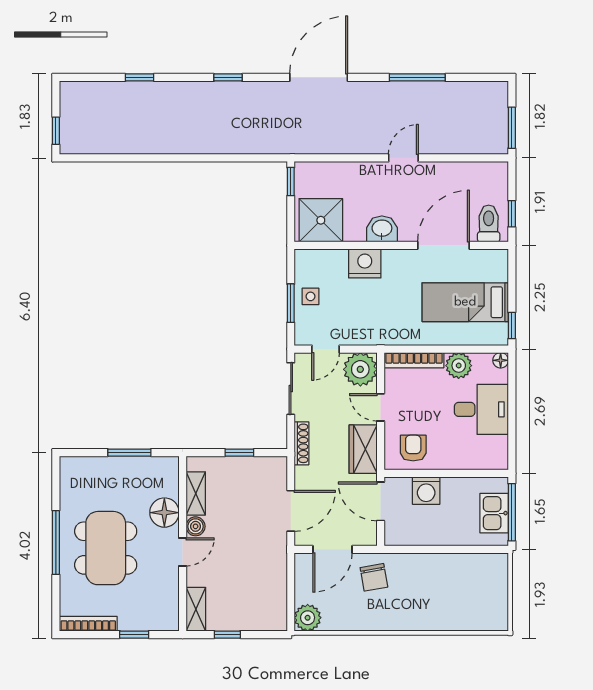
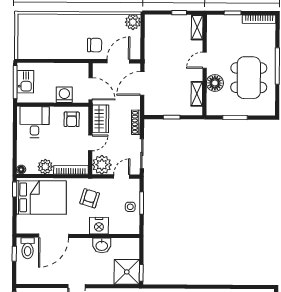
shower: (321, 220) -> (127, 272), moved
washbasin: (382, 229) -> (102, 245), moved
bed: (465, 302) -> (41, 197), width x1.50
armchair: (381, 311) -> (90, 198), added
door: (381, 407) -> (90, 143), hinge flipped
desk: (481, 409) -> (35, 122), moved, turned 90
boiler: (196, 526) -> (197, 75), removed
dining table: (106, 548) -> (249, 78), moved
chair: (374, 577) -> (95, 45), turned 100

